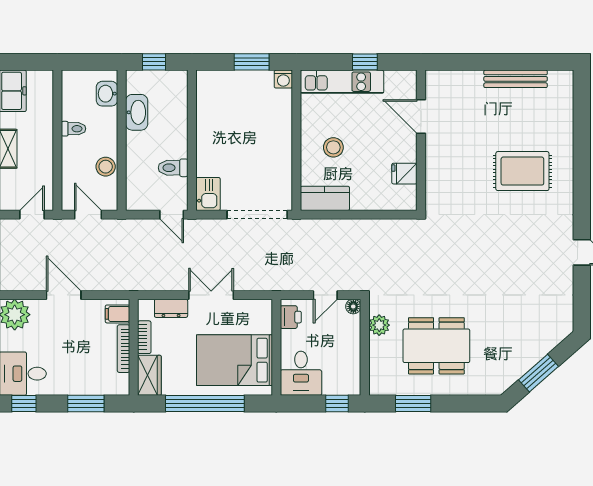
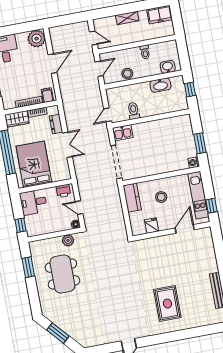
door: (421, 117) -> (185, 229), moved
wall: (421, 140) -> (172, 231), moved
fridge: (404, 174) -> (152, 226), moved

